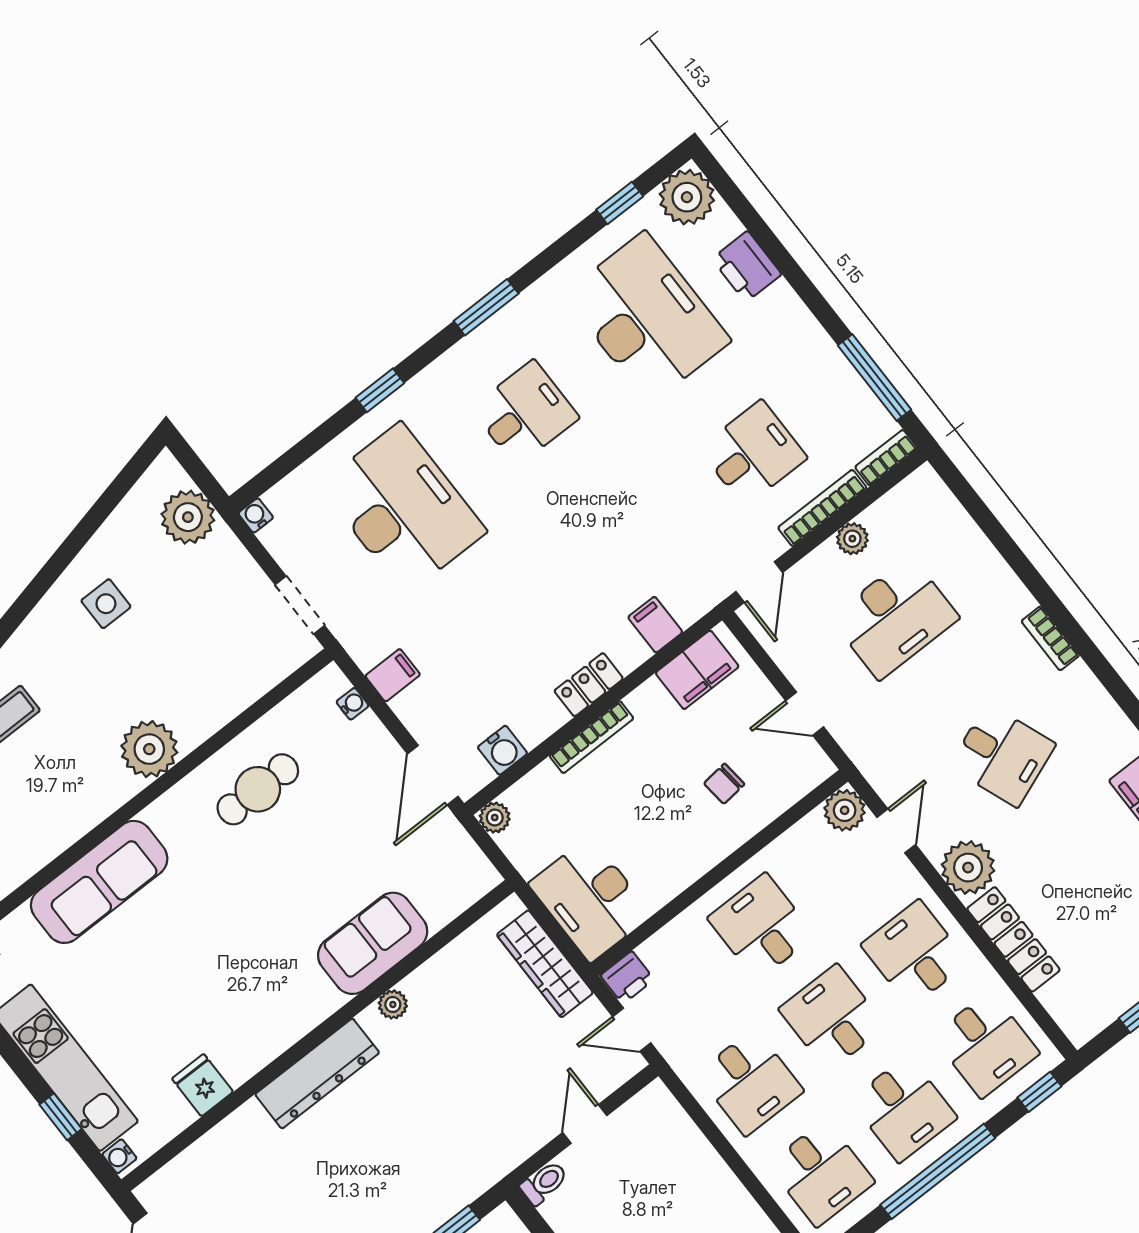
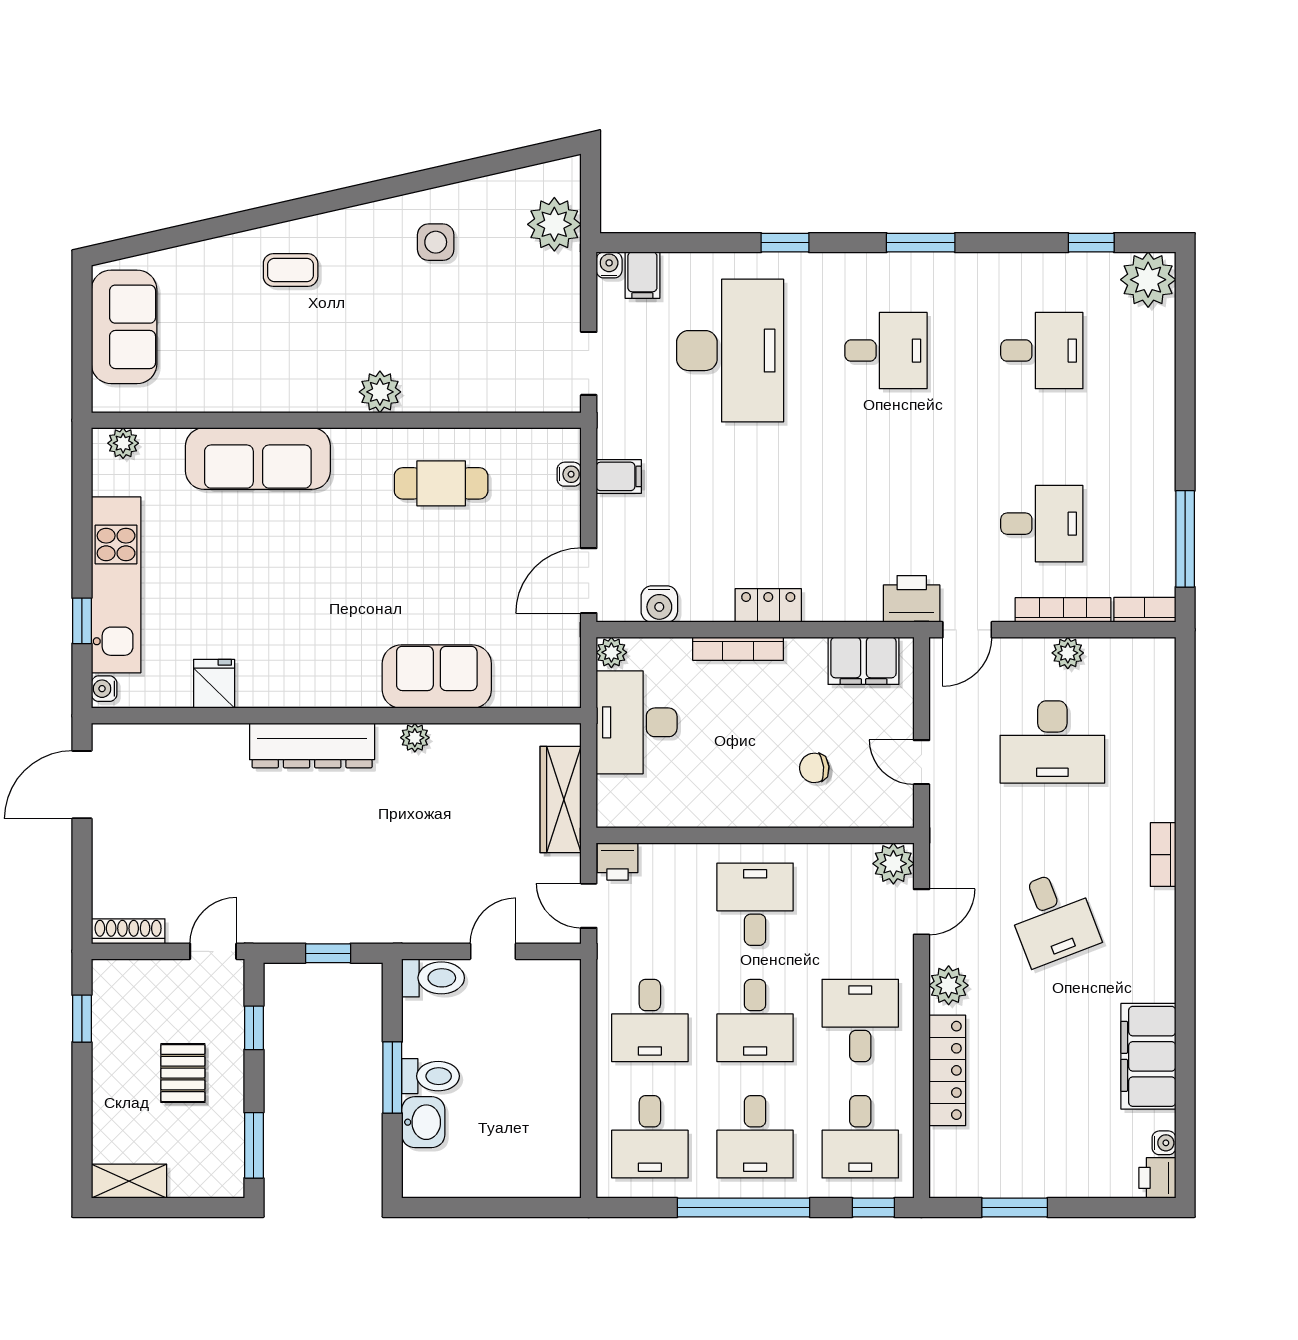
printer: (747, 267) -> (912, 599), moved, turned 90
desk: (647, 318) -> (1042, 351), width x0.53, depth x0.77
filing cabinet: (655, 625) -> (642, 275), moved, turned 180
plant: (149, 749) -> (380, 392), width x0.73, depth x0.73
plant: (968, 868) -> (949, 985), width x0.73, depth x0.73
desk: (590, 899) -> (637, 722), moved
desk: (832, 1018) -> (755, 1020), turned 180
toilet: (544, 1183) -> (433, 978), width x1.37, depth x1.39

